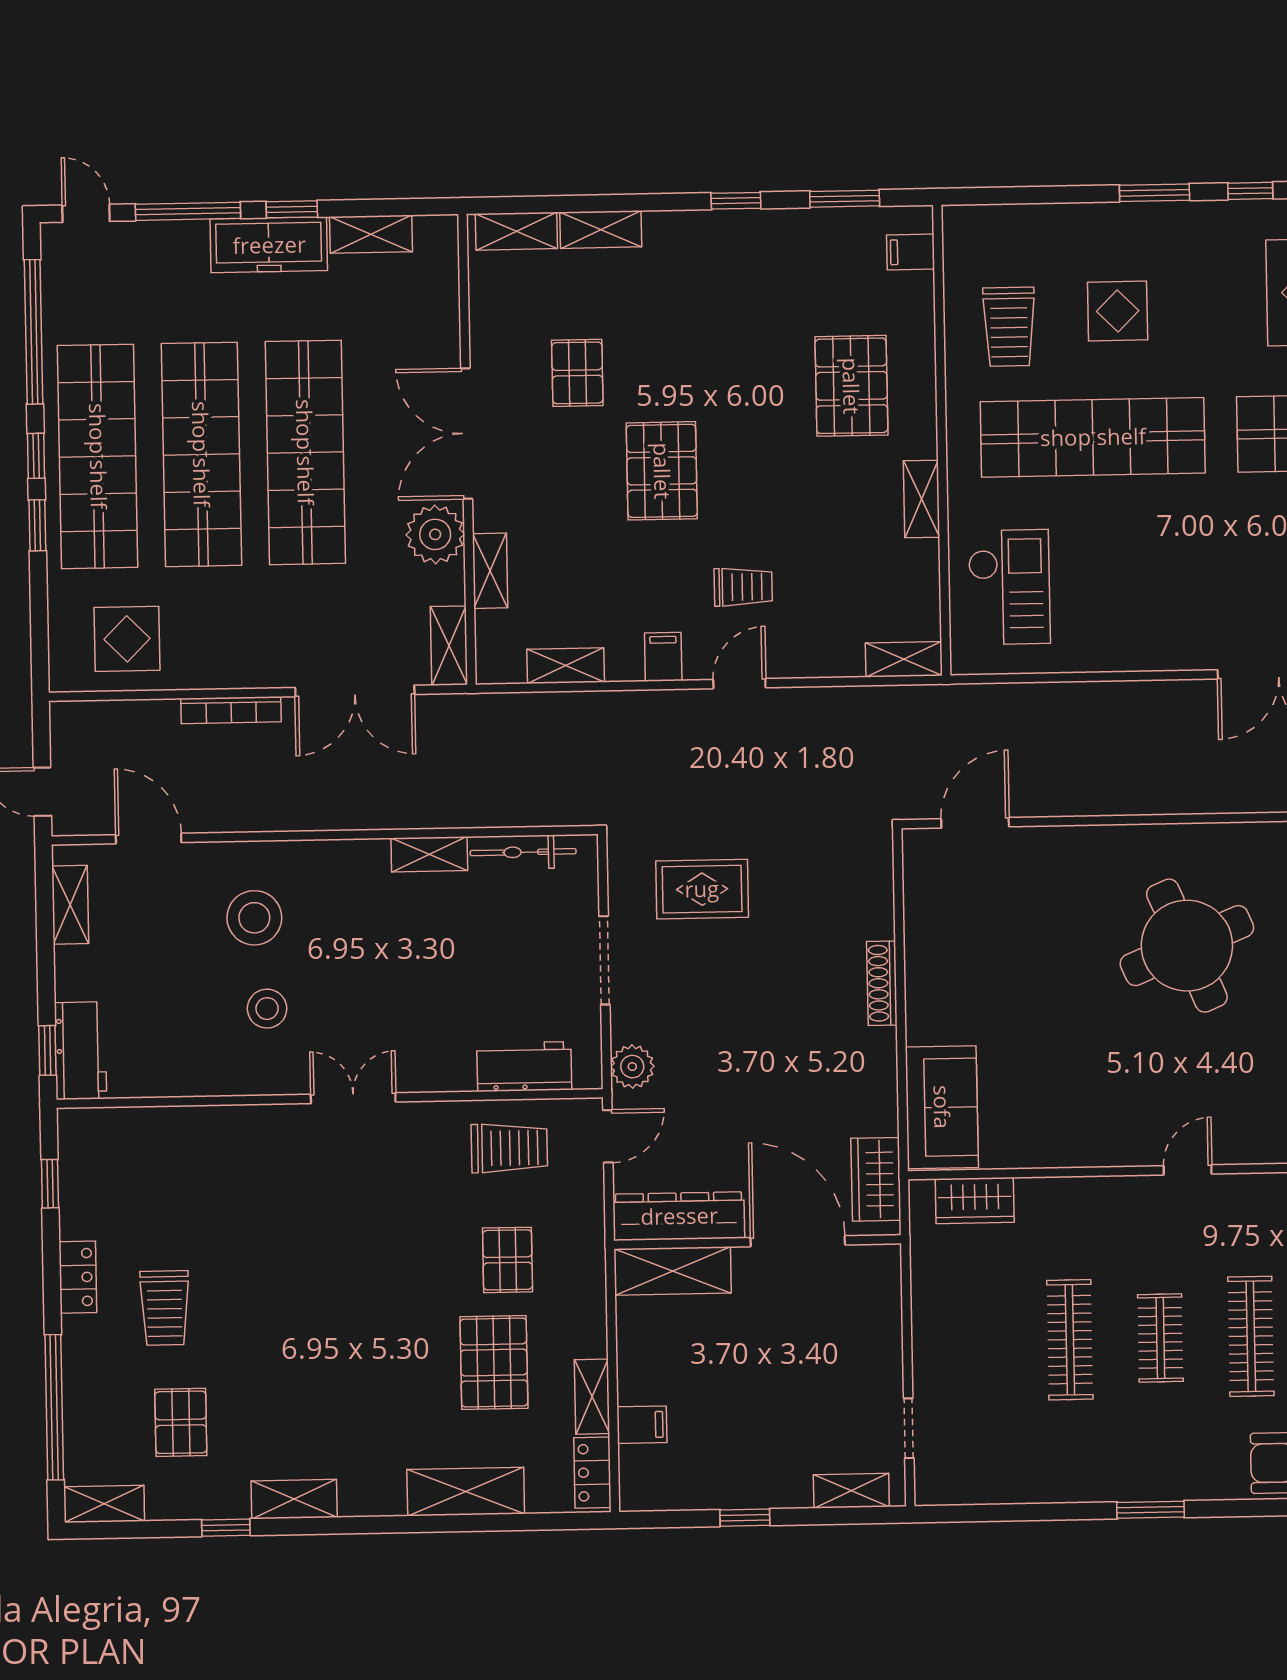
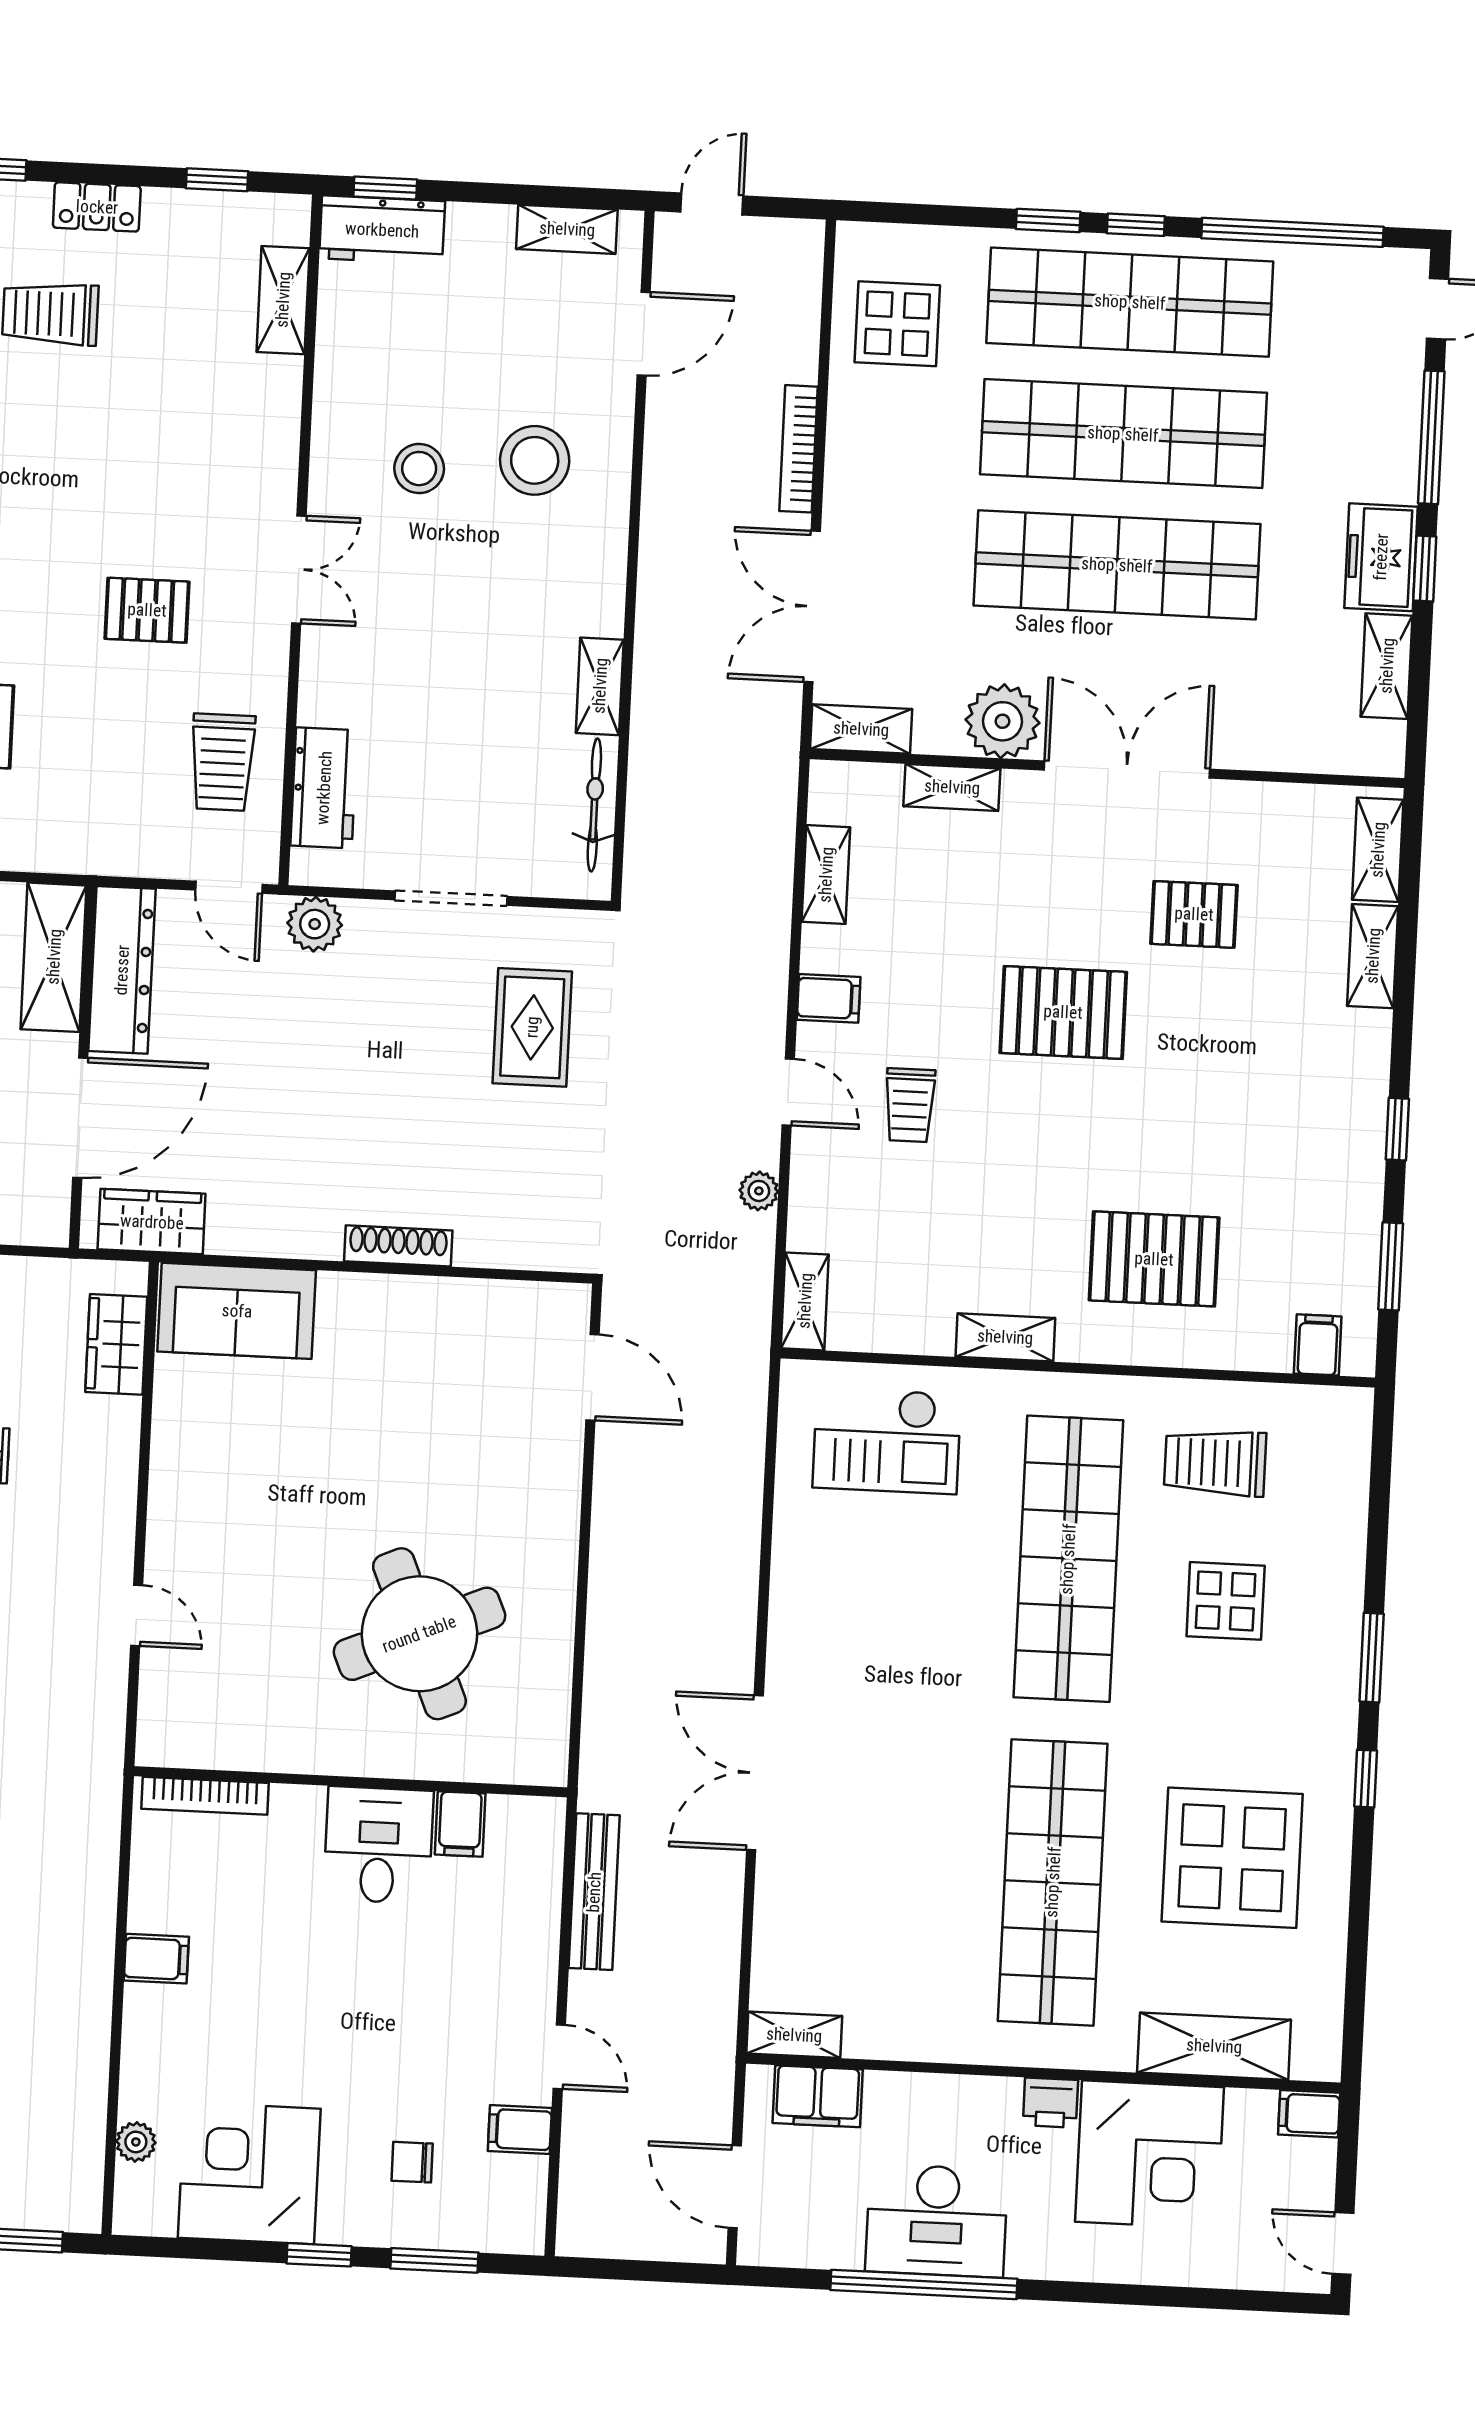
freezer: (269, 245) -> (1381, 557), width x0.71
plant: (819, 701) -> (759, 1191), added
shelving: (141, 1125) -> (283, 300), added
pallet: (508, 1260) -> (147, 610), moved

